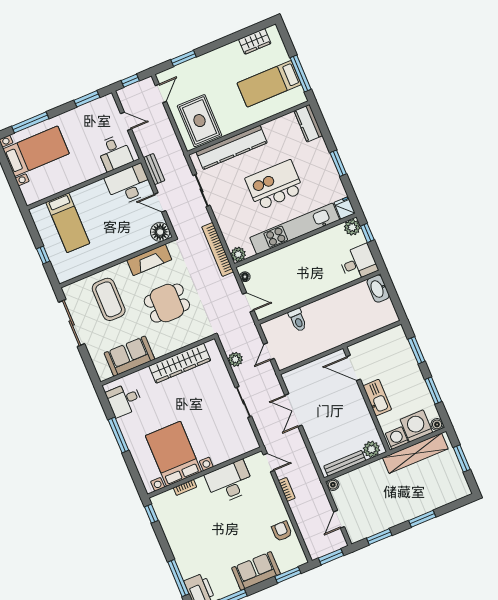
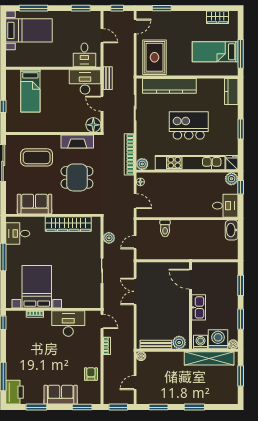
coffee table: (109, 299) -> (37, 157), turned 90

